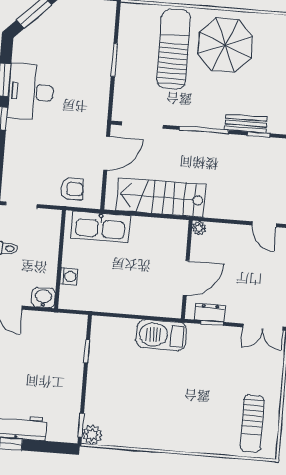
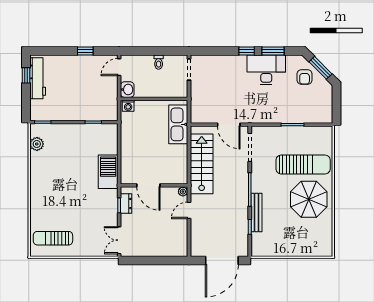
bench: (246, 123) -> (256, 212), width x1.36
armchair: (72, 189) -> (305, 77), moved
door: (264, 224) -> (189, 210), moved
washing machine: (69, 276) -> (128, 106), moved
plant: (92, 435) -> (37, 144), moved

